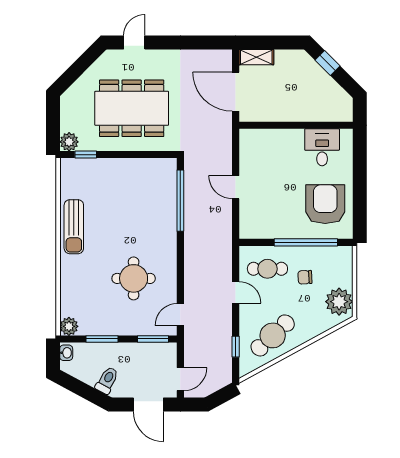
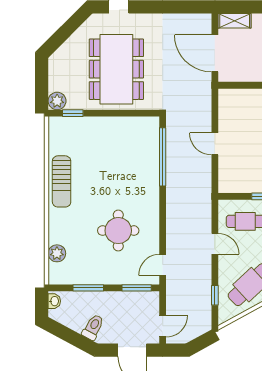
dining table: (132, 108) -> (116, 69), turned 90
plant: (69, 326) -> (57, 253), moved

